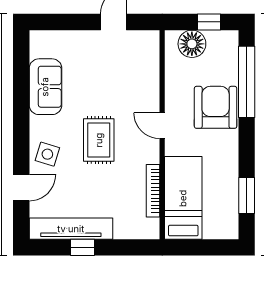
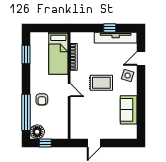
floor lamp: (192, 44) -> (37, 132), moved
armchair: (216, 107) -> (42, 99), width x0.53, depth x0.53
rug: (99, 140) -> (101, 83), turned 90

